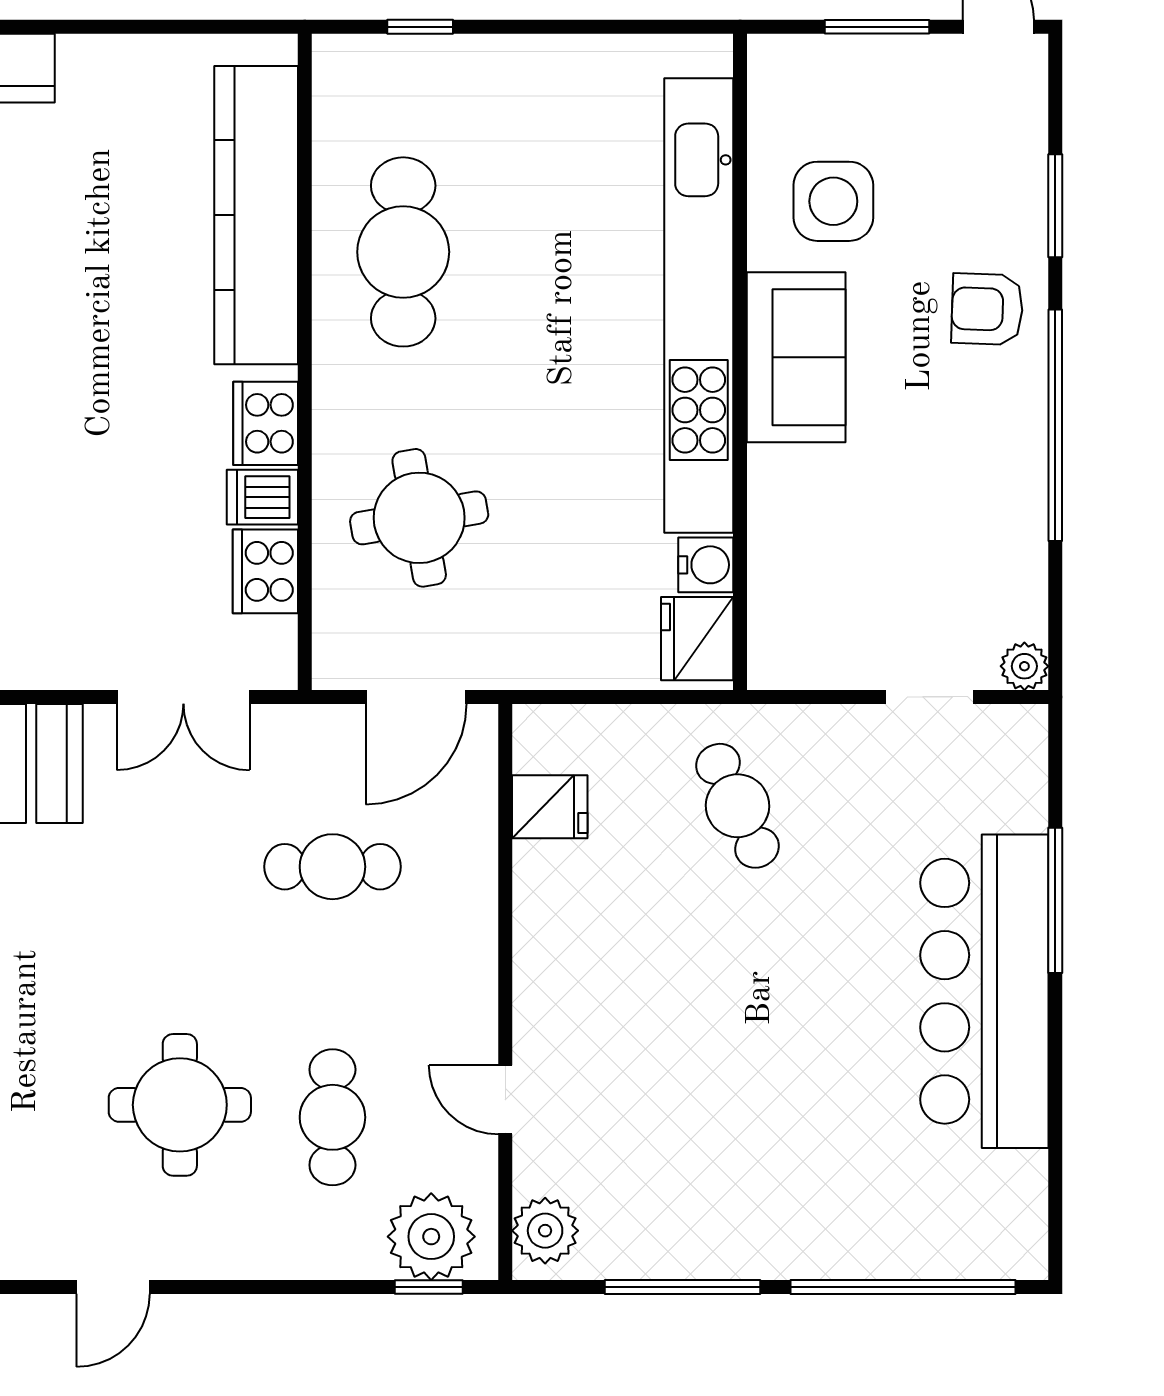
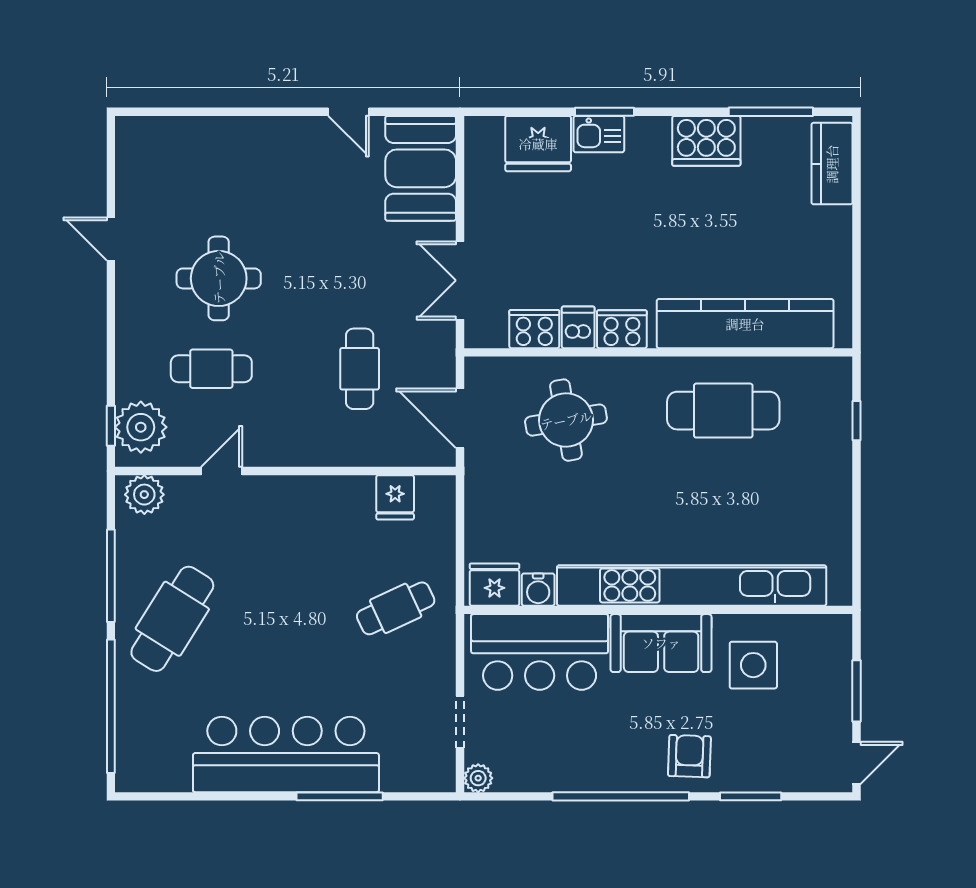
bar counter: (811, 562) -> (540, 652), added
cafe table: (755, 1183) -> (172, 619), added

